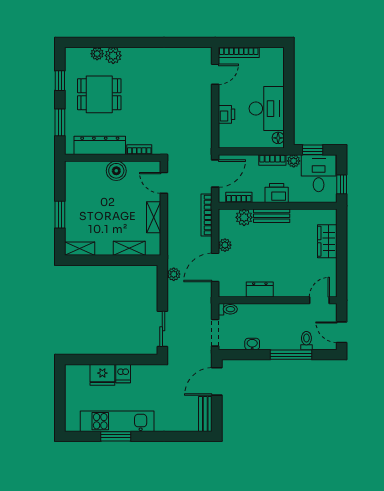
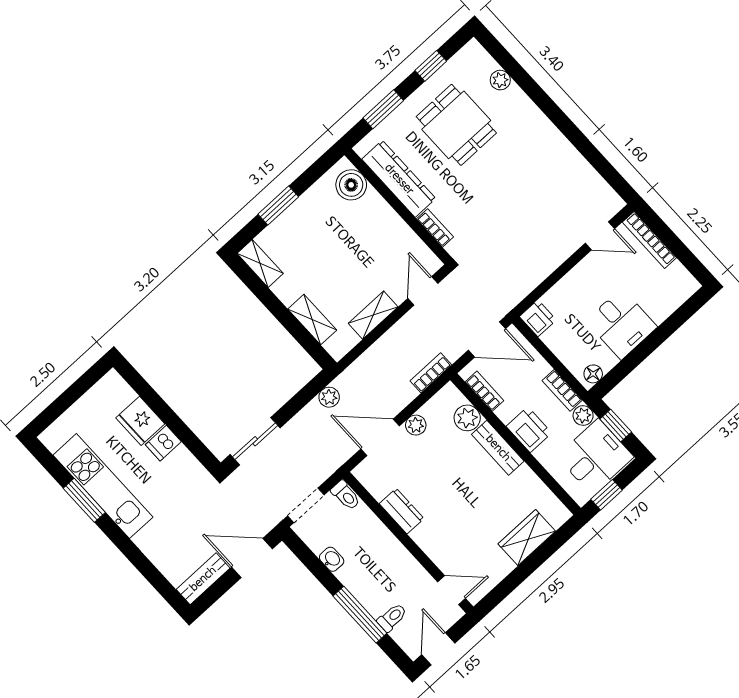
plant: (113, 56) -> (515, 100), removed
desk: (267, 109) -> (621, 324), width x0.73
printer: (227, 114) -> (538, 318), moved, turned -90
boiler: (116, 171) -> (351, 185), moved
bookcase: (207, 215) -> (431, 373), width x0.64

